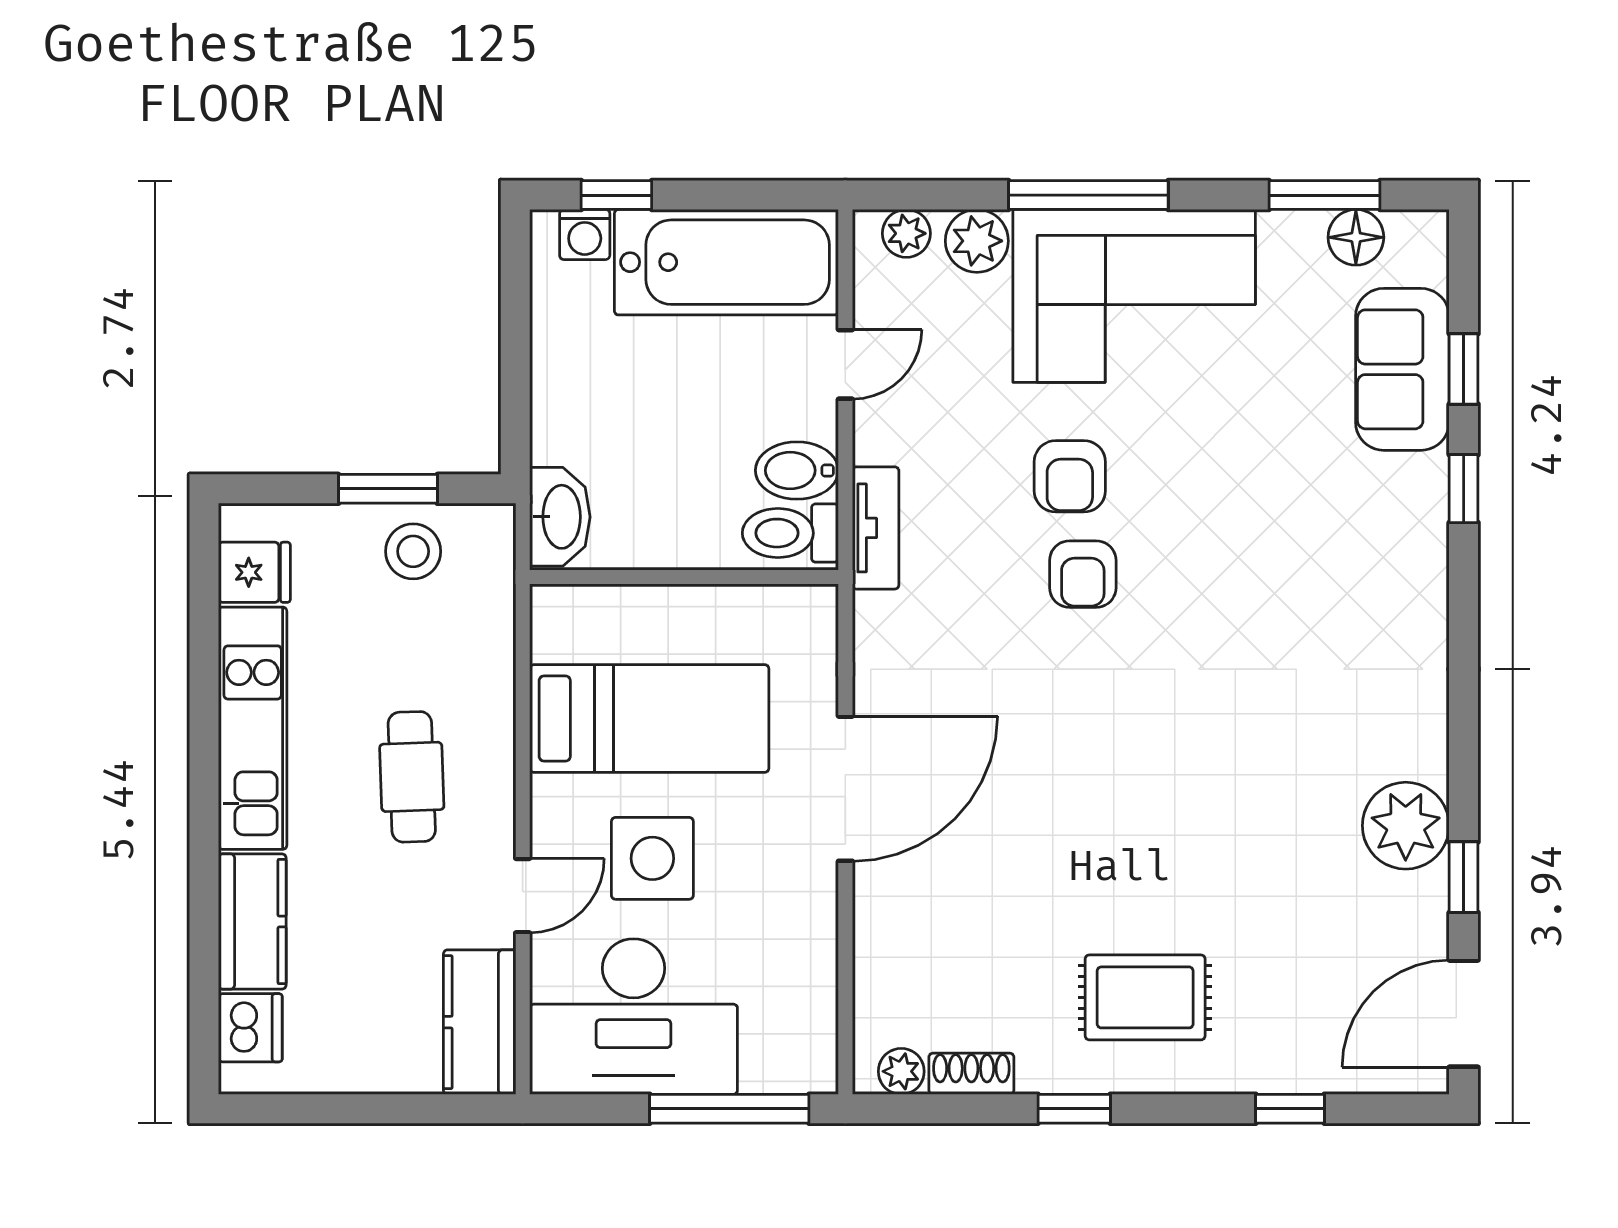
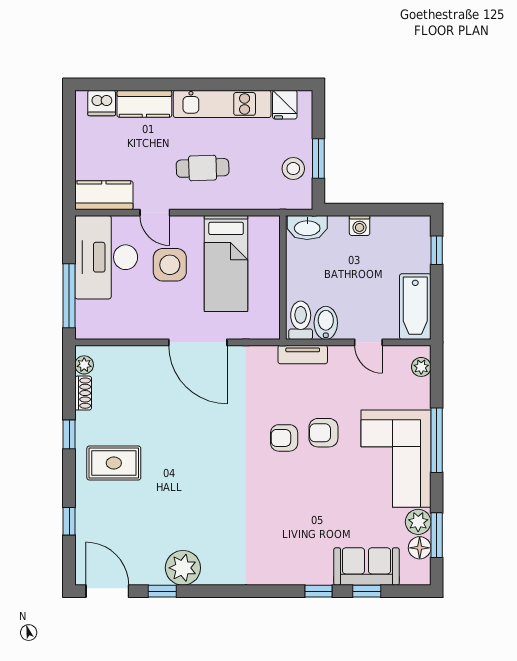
washing machine: (585, 234) -> (360, 225), moved, turned -90
plant: (977, 241) -> (418, 522), moved
bathtub: (726, 262) -> (415, 307), width x0.73, depth x0.73
rug: (1145, 997) -> (114, 463), turned 90

